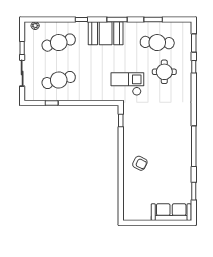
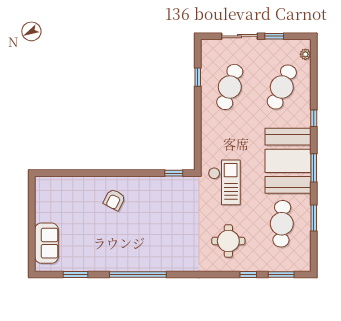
booth: (106, 33) -> (288, 161), width x1.36, depth x1.42
cafe table: (59, 43) -> (282, 87), turned 39
round table: (164, 72) -> (228, 241), moved
cafe table: (59, 80) -> (230, 87), turned 33
sofa: (171, 212) -> (46, 243), width x0.73

